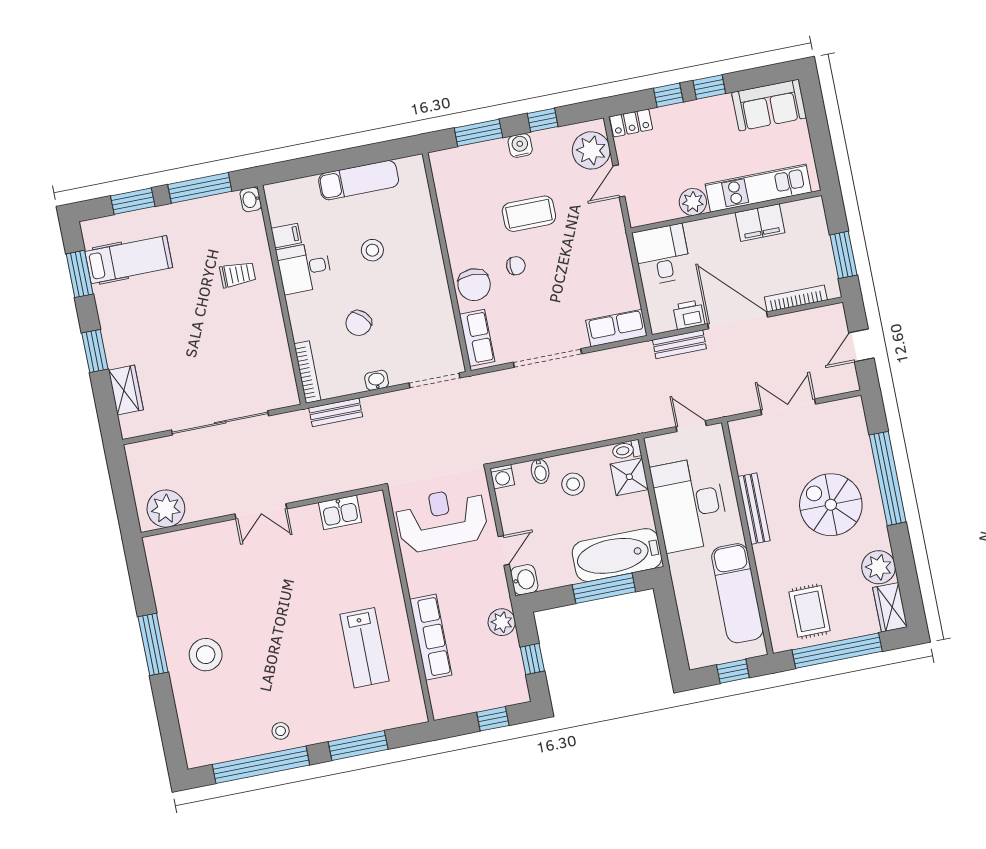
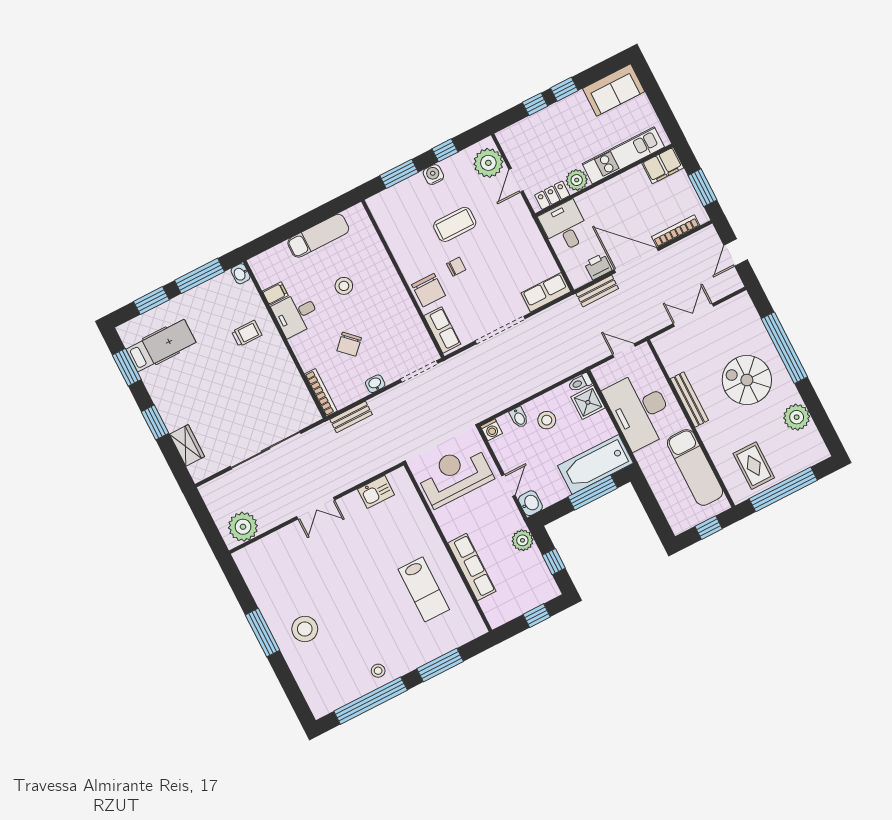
locker: (631, 123) -> (552, 195), moved, turned 180
filing cabinet: (760, 223) -> (663, 165), moved
wardrobe: (890, 607) -> (814, 445), removed

